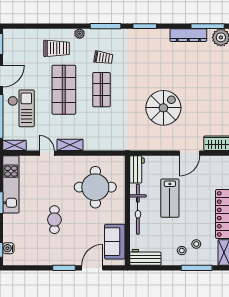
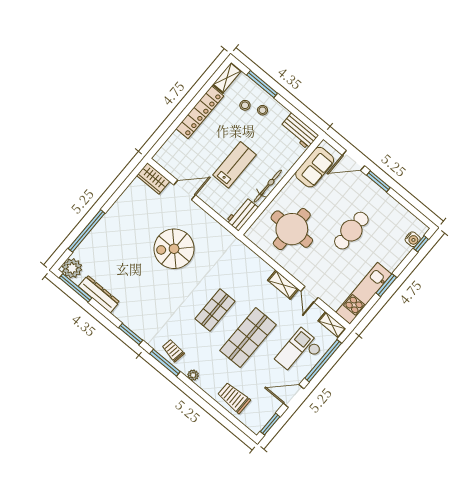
trolley: (57, 48) -> (234, 398), moved
trolley: (103, 58) -> (173, 350), moved
bicycle: (138, 209) -> (268, 186), width x0.73, depth x0.71
cafe table: (54, 220) -> (351, 231), width x1.37, depth x1.35

